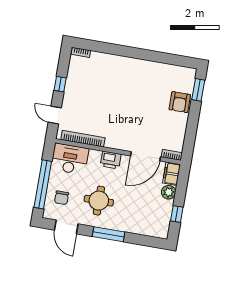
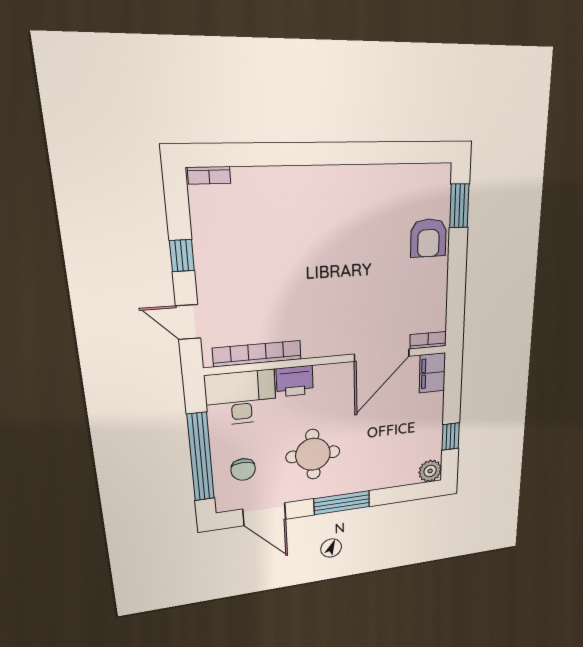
printer: (111, 160) -> (295, 381), moved
plant: (169, 192) -> (430, 471), moved

